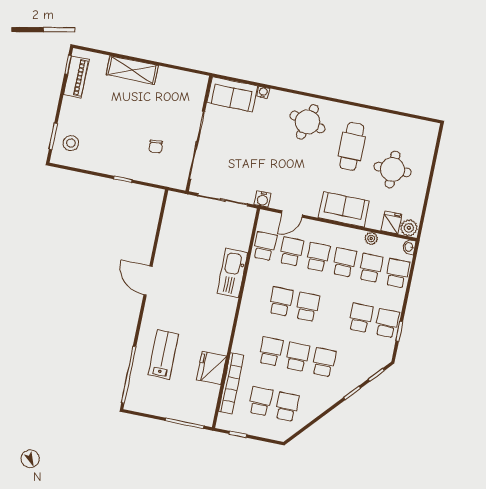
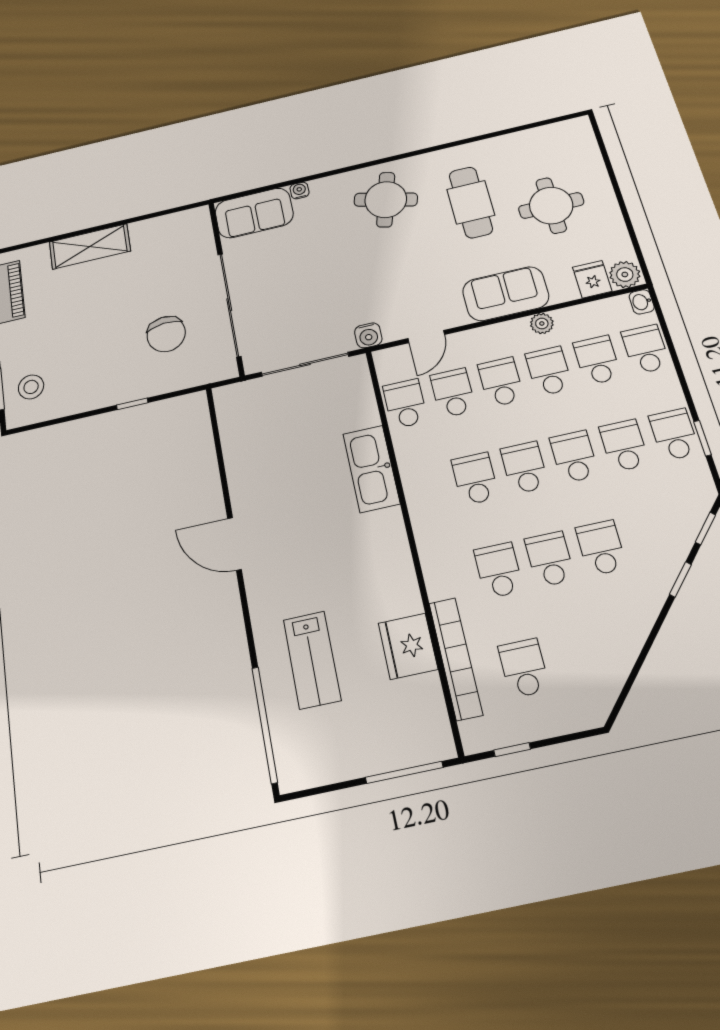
chair: (156, 146) -> (166, 334), width x1.87, depth x1.87
plant: (371, 238) -> (542, 323), moved
lab bench: (163, 355) -> (312, 660), turned 180
school desk: (287, 407) -> (574, 457), moved

